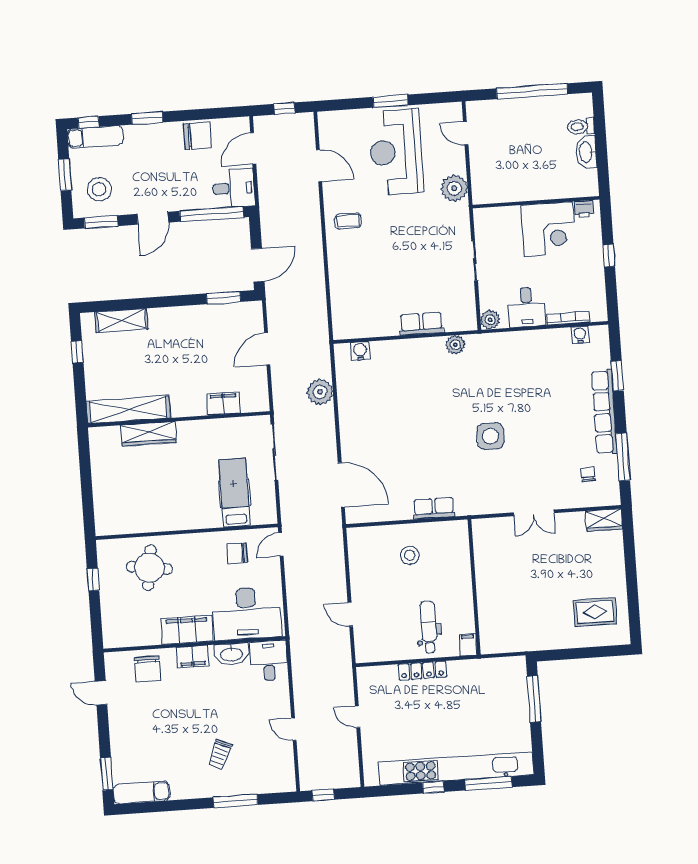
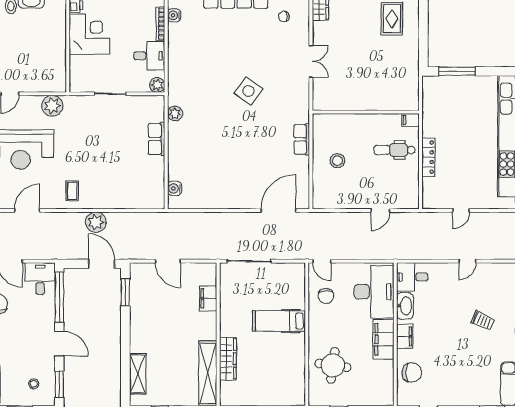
stool: (99, 189) -> (34, 384), width x0.53, depth x0.53
plant: (320, 392) -> (96, 222), moved
side table: (490, 436) -> (248, 91), turned 36
hospital bed: (235, 493) -> (279, 321), moved

